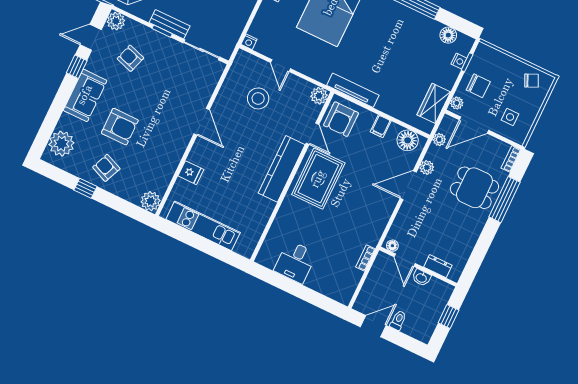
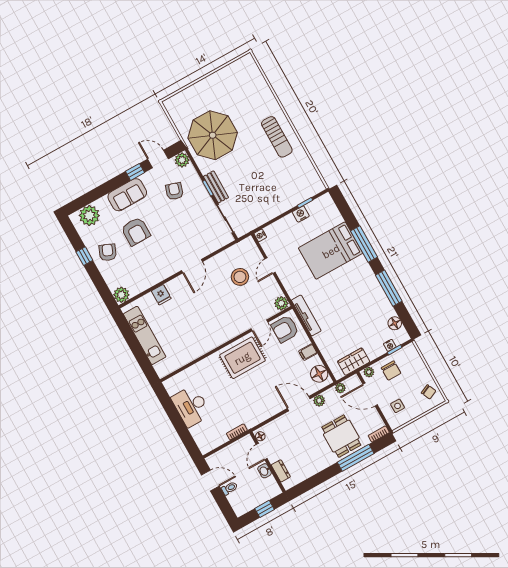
kitchen counter: (282, 169) -> (223, 334), removed
desk: (295, 262) -> (191, 406), width x1.37

